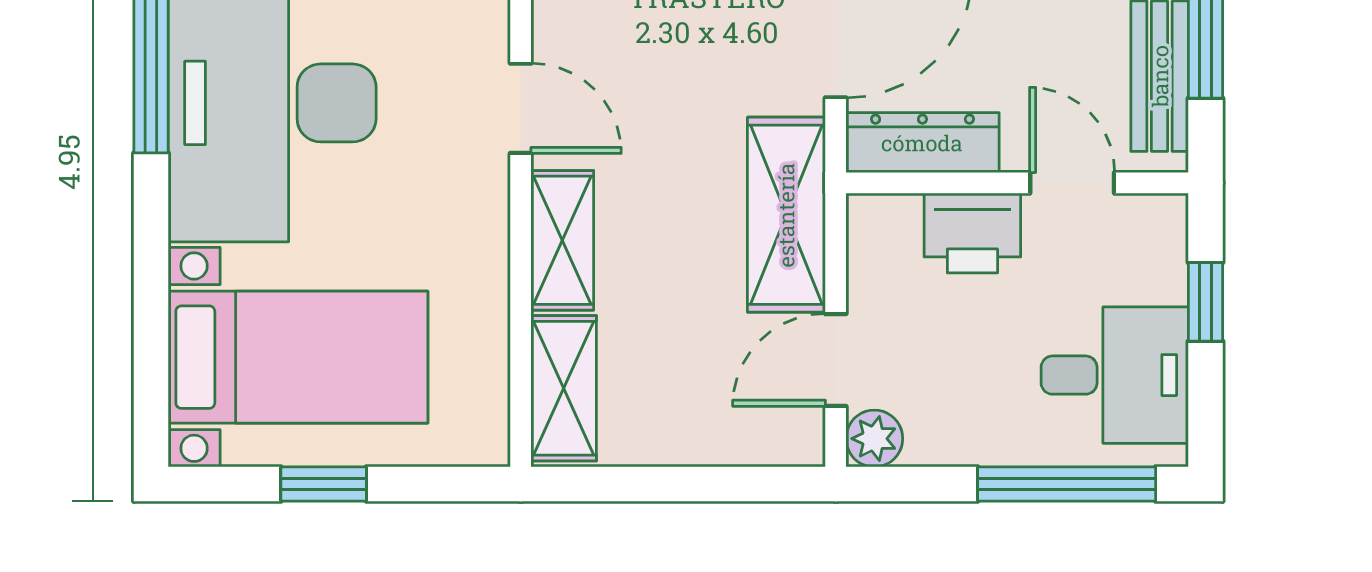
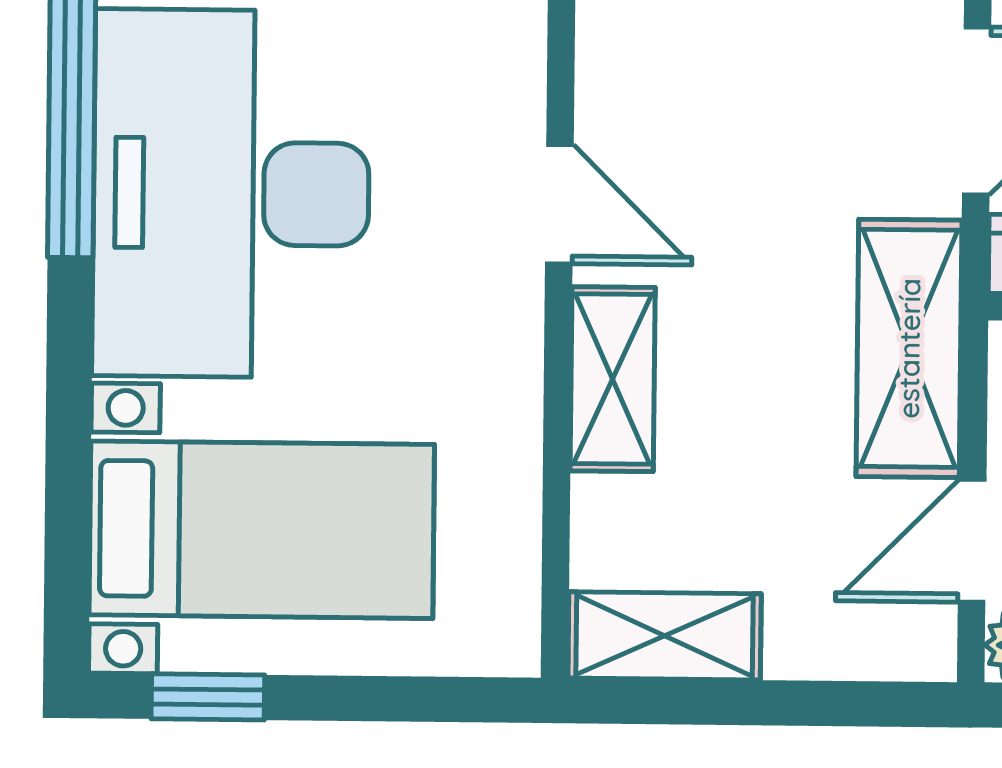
shelving: (564, 388) -> (665, 636), moved, turned 90
window: (324, 484) -> (208, 697), moved

